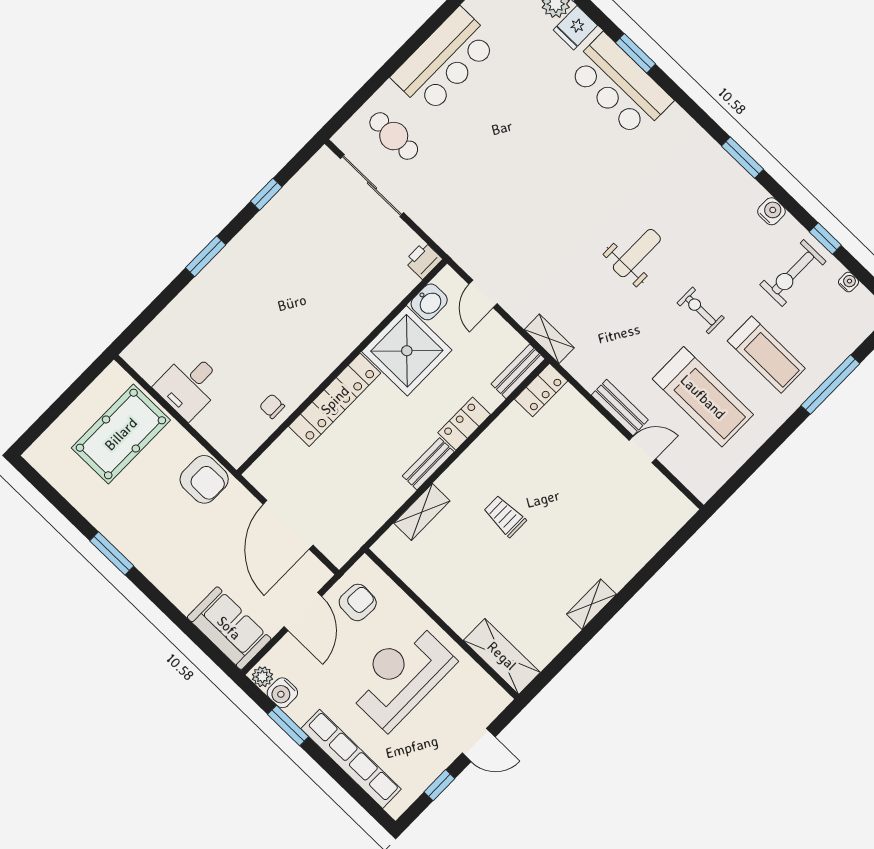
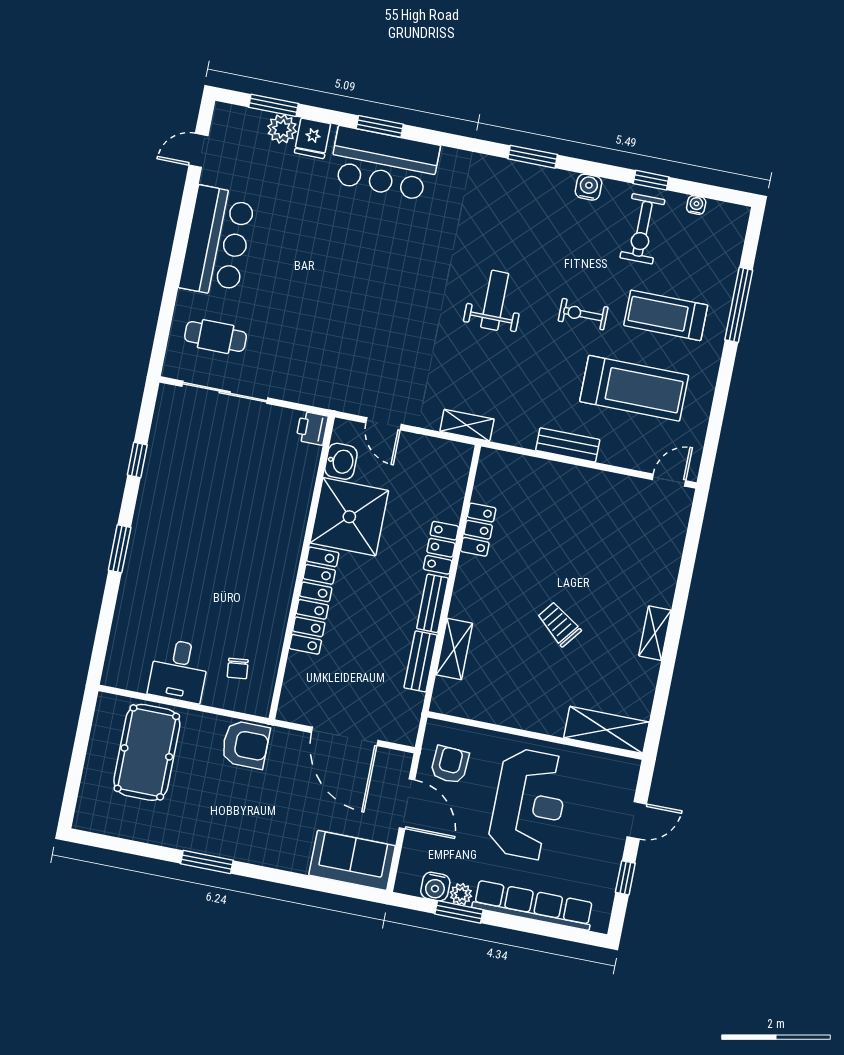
treadmill: (766, 355) -> (666, 315), turned 180
bench: (518, 371) -> (421, 661), moved
locker: (541, 390) -> (478, 530), moved
chair: (272, 406) -> (238, 668), moved, turned -96
door: (642, 449) -> (669, 480), moved
trolley: (505, 516) -> (559, 624), moved, turned 38
reception desk: (400, 676) -> (529, 804), turned 180
plant: (262, 677) -> (461, 894), moved

